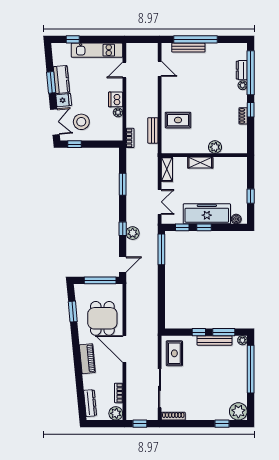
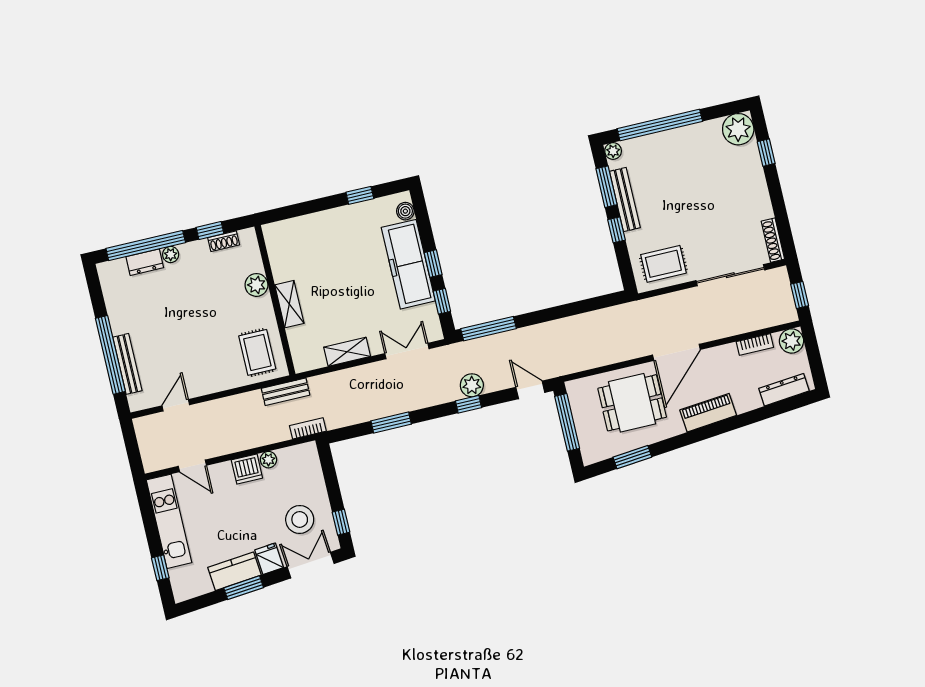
plant: (215, 147) -> (256, 285), moved
wall: (204, 155) -> (275, 300), moved
shelving: (200, 163) -> (289, 304), moved

